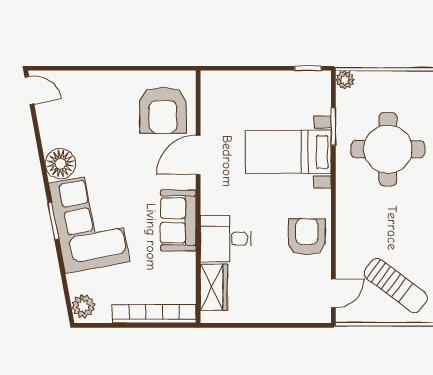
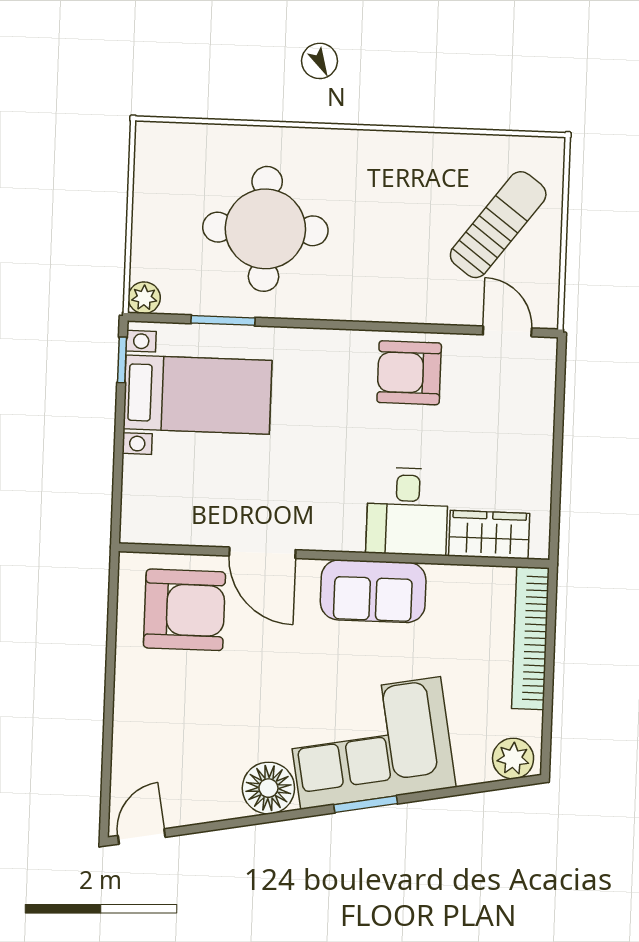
bed with nightstands: (288, 152) -> (198, 395), moved, turned -90

